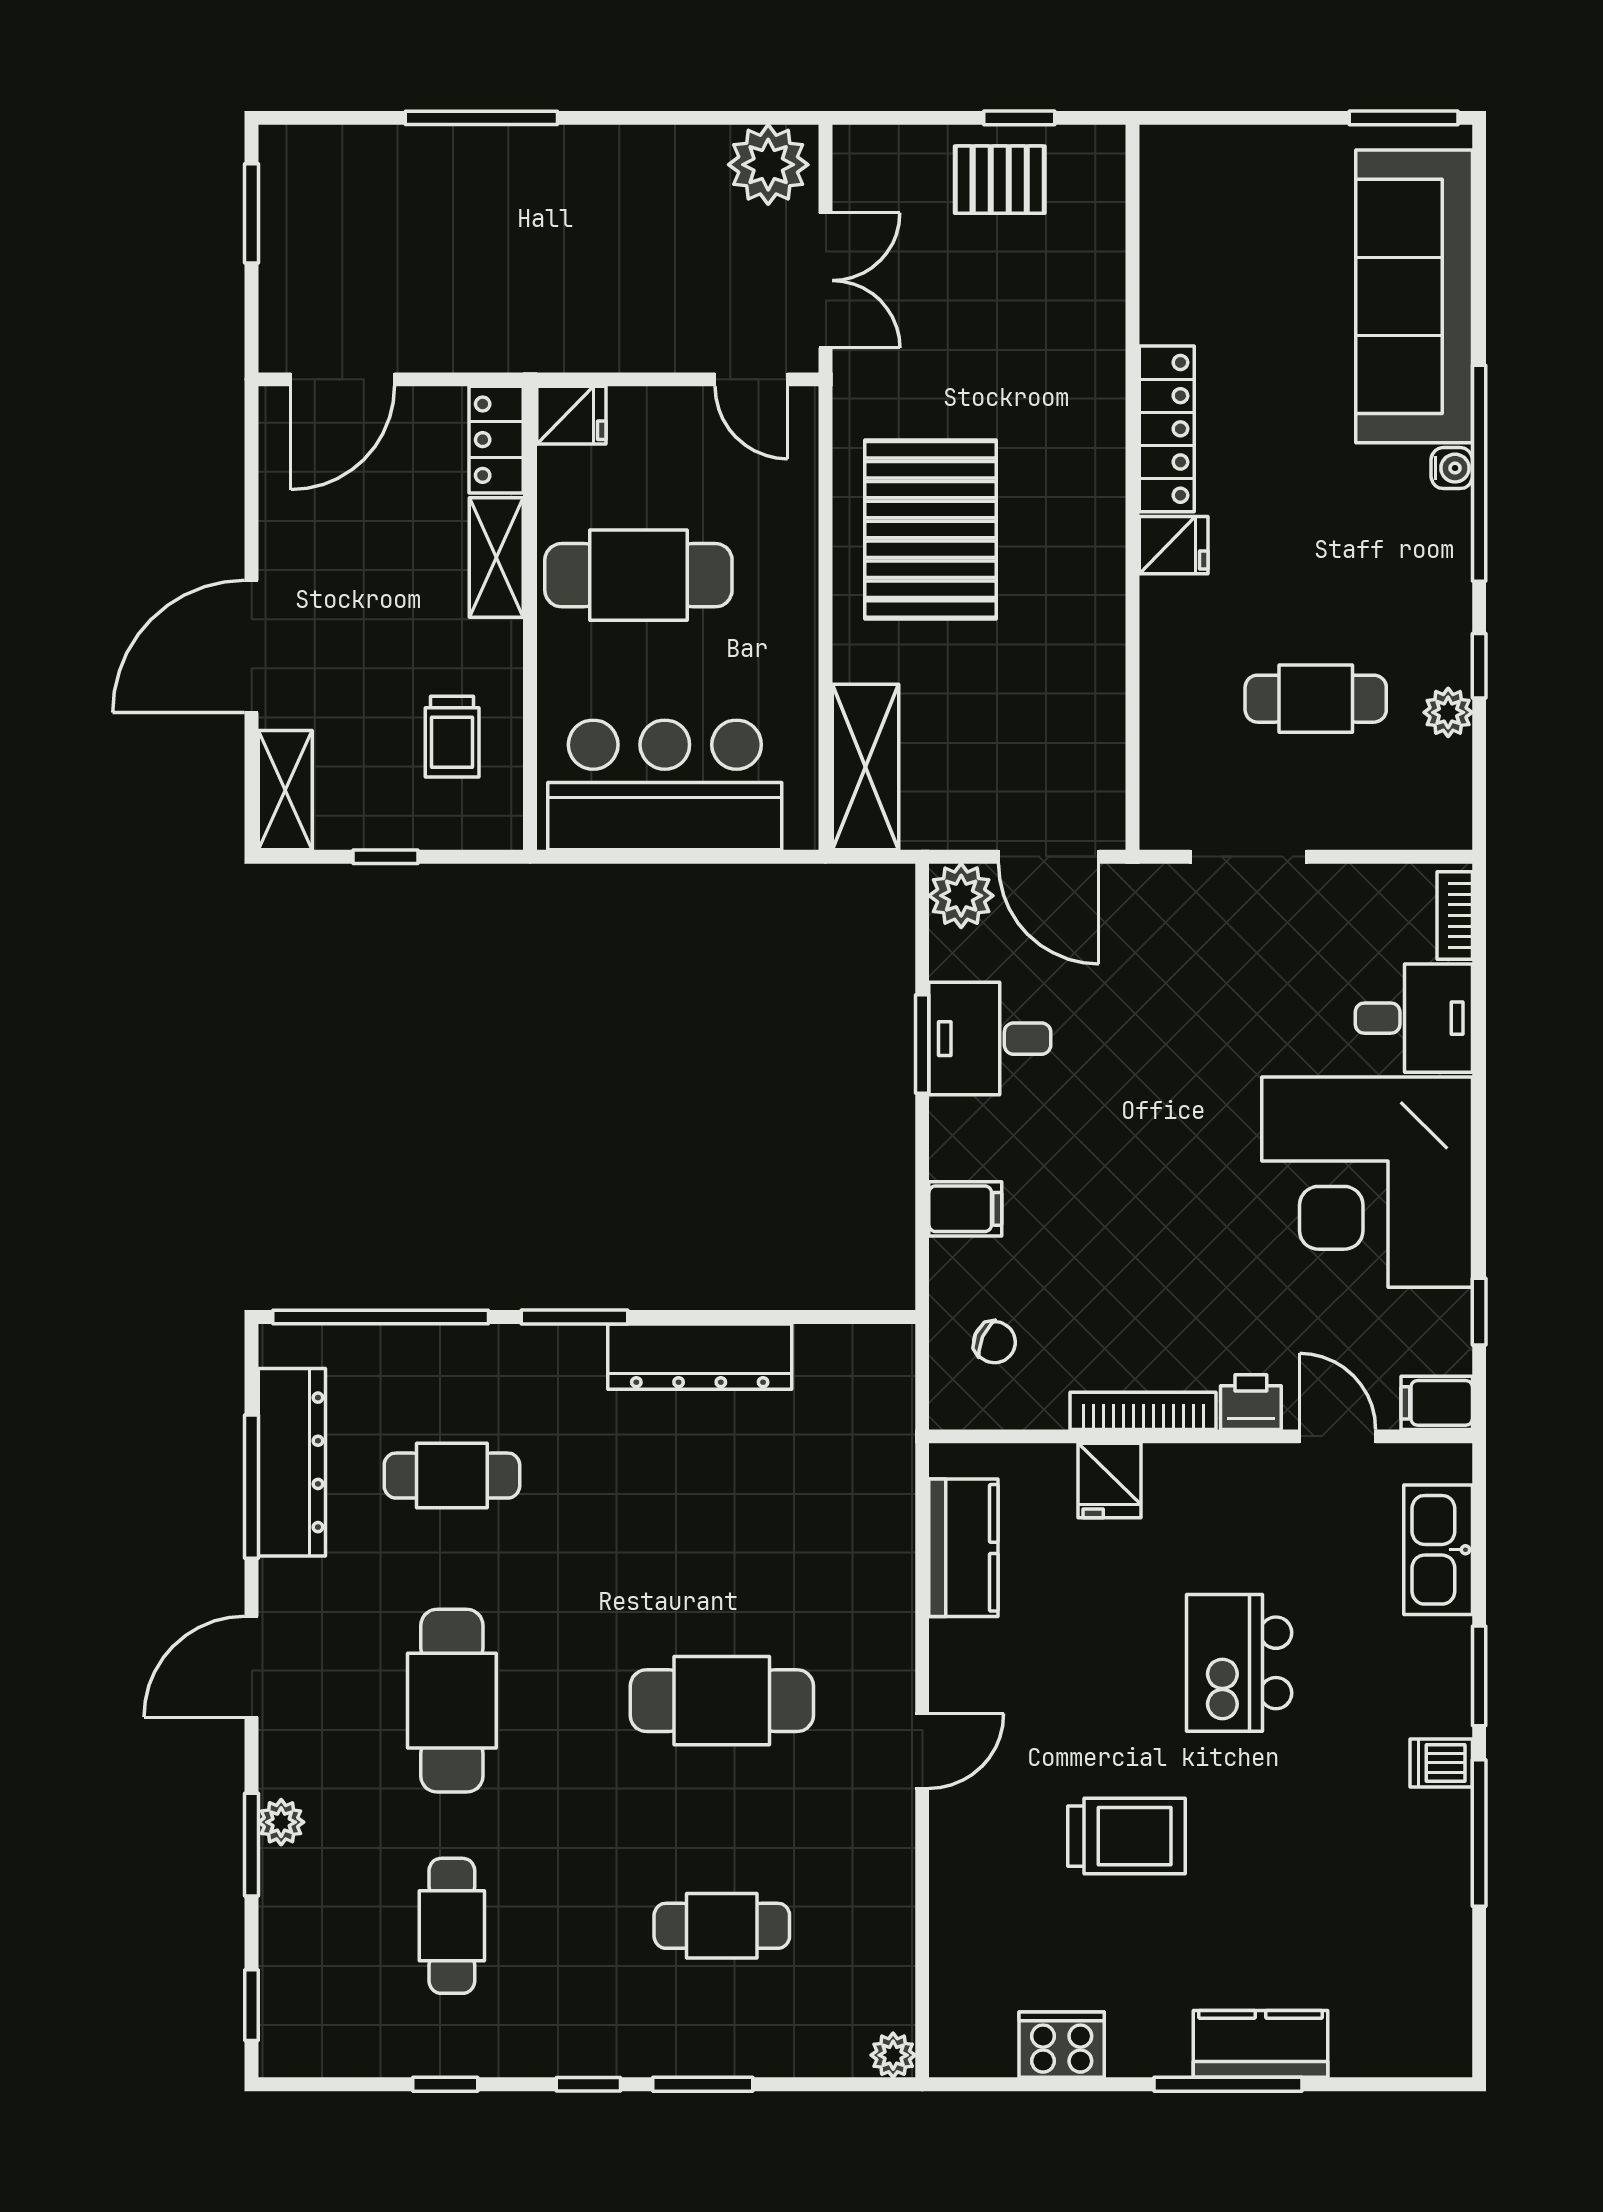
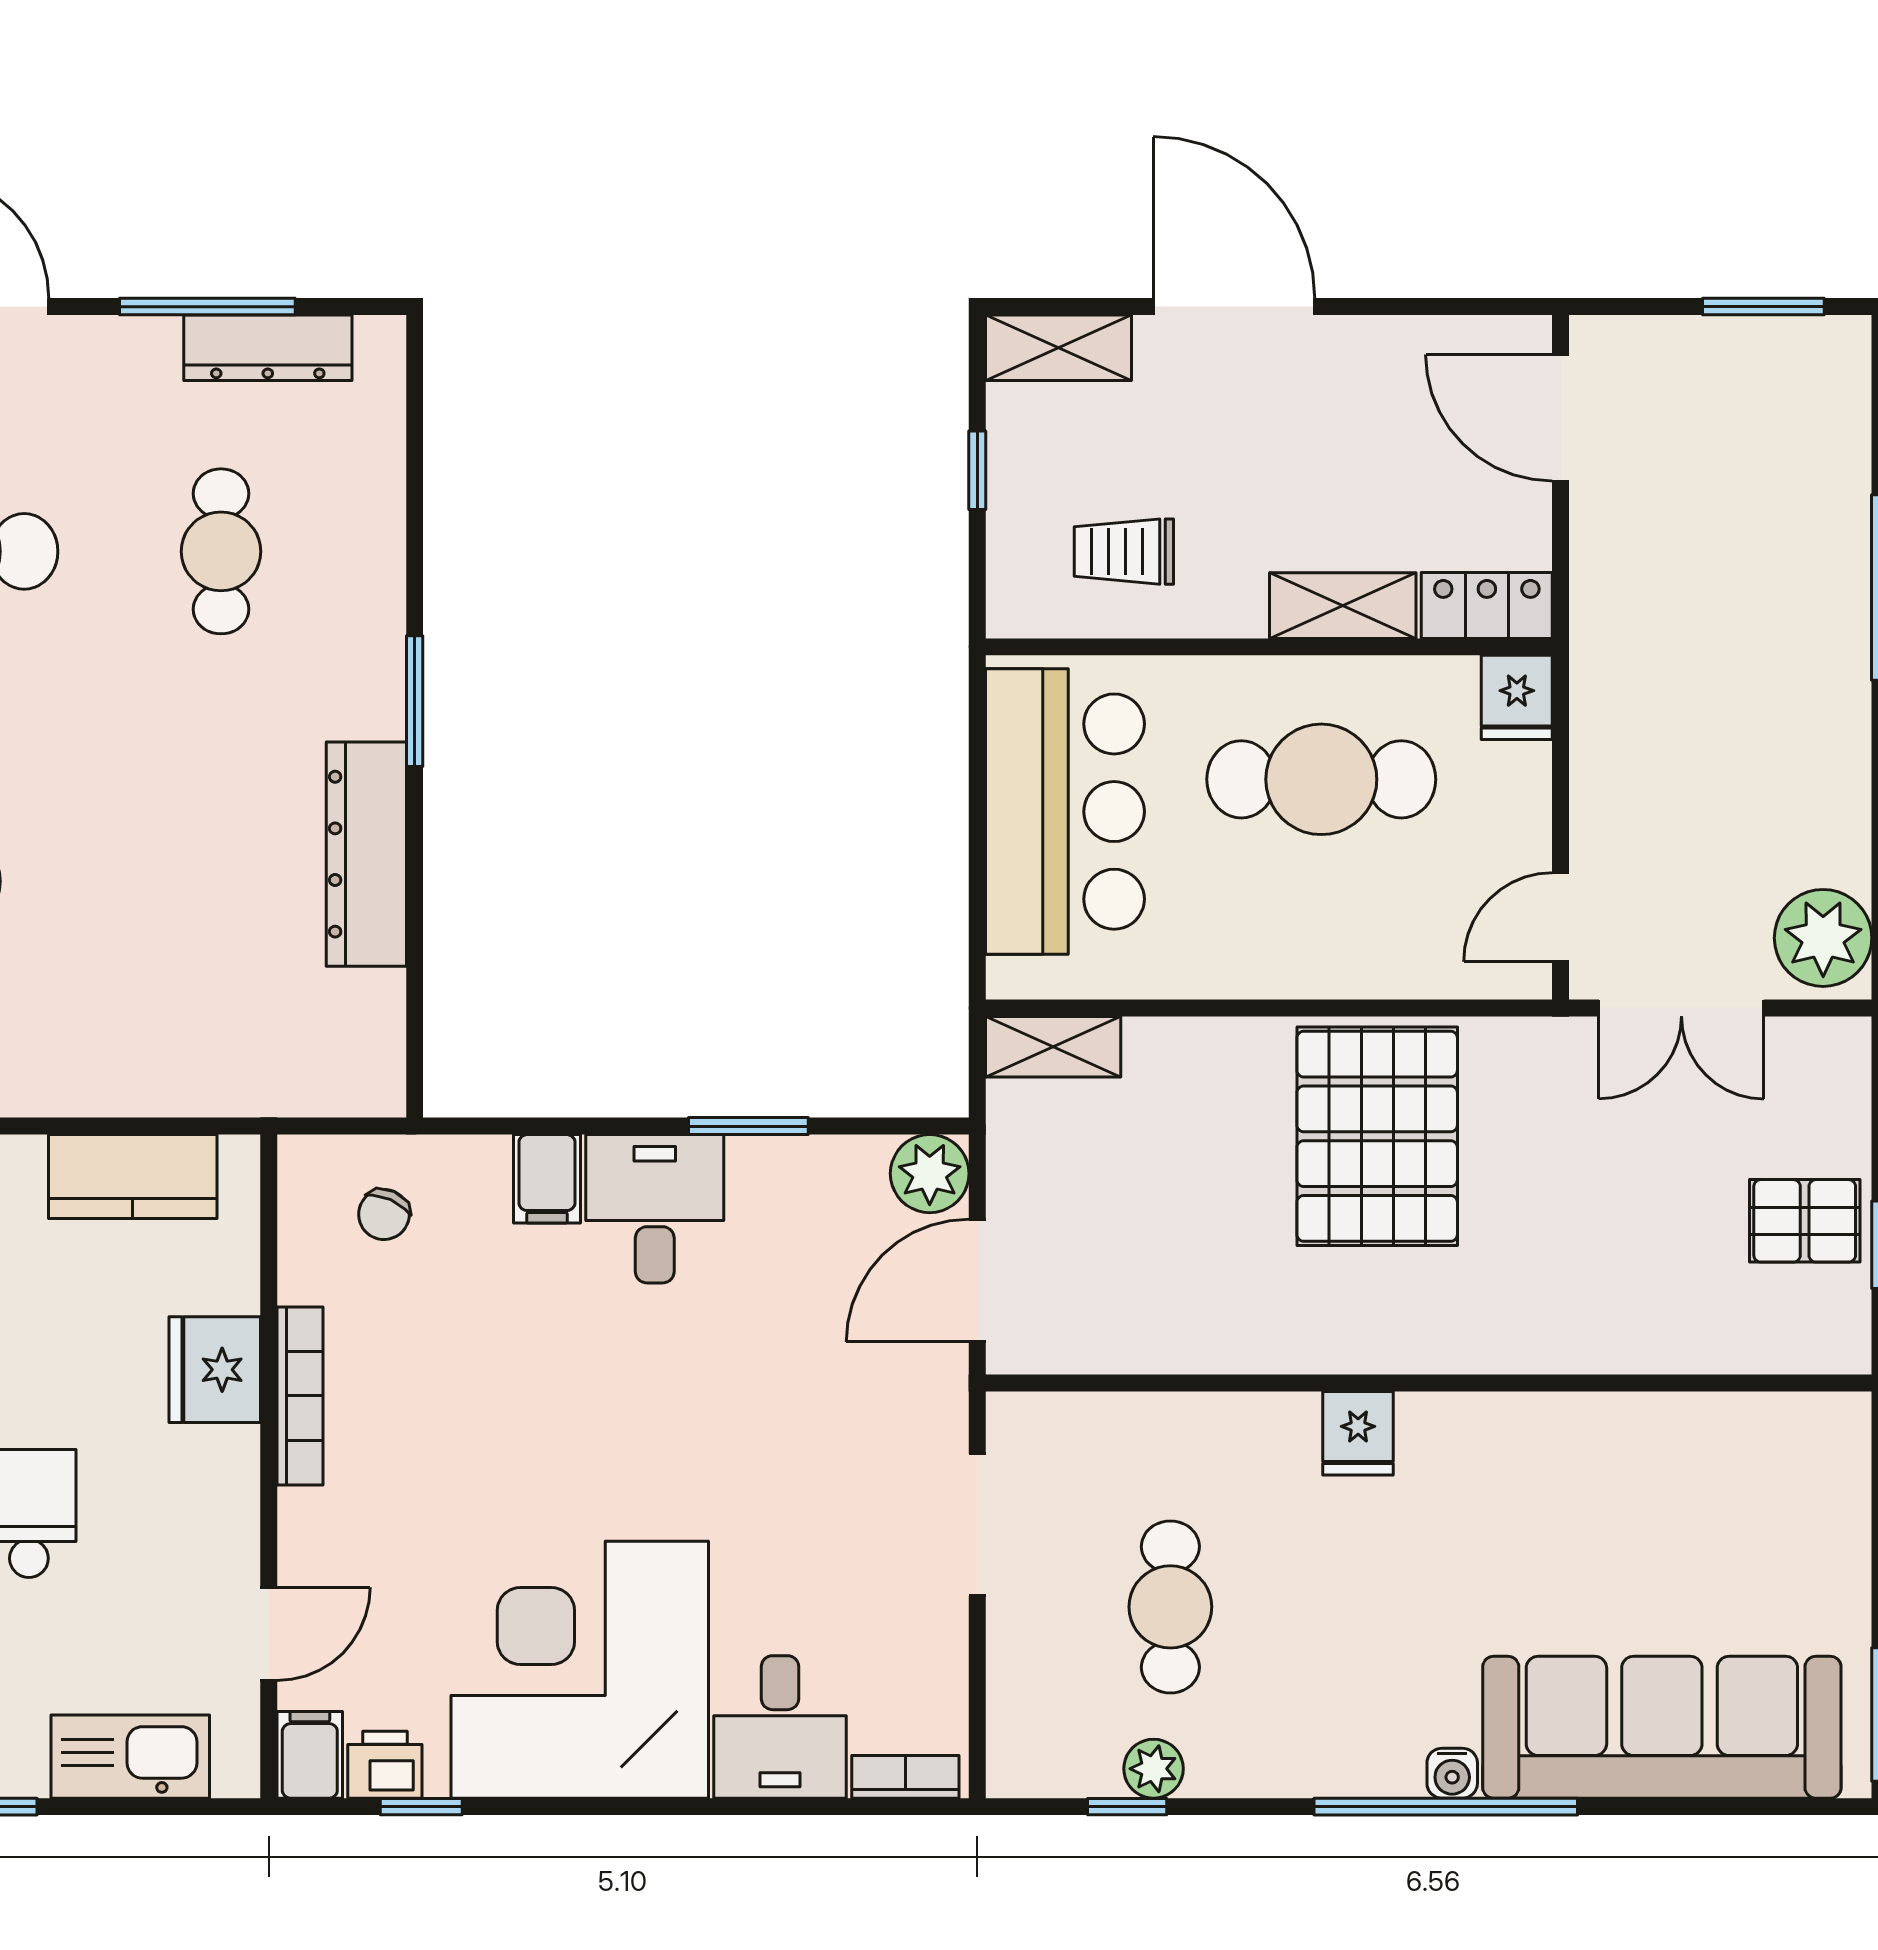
pallet: (1000, 180) -> (1805, 1221), turned 90
locker: (1167, 429) -> (1500, 1425), removed
pallet: (931, 529) -> (1377, 1136), turned 90
cafe table: (638, 575) -> (1321, 779), turned 90
window: (1479, 666) -> (1127, 1807), moved
shelving: (866, 767) -> (1053, 1047), width x0.67, depth x0.75
desk: (990, 1039) -> (655, 1209), moved
window: (381, 1317) -> (415, 464), removed
printer: (1251, 1402) -> (385, 1765), moved, turned -90
dresser: (292, 1462) -> (268, 348), width x0.73, depth x0.80
fridge: (1110, 1481) -> (215, 1370), width x1.38

